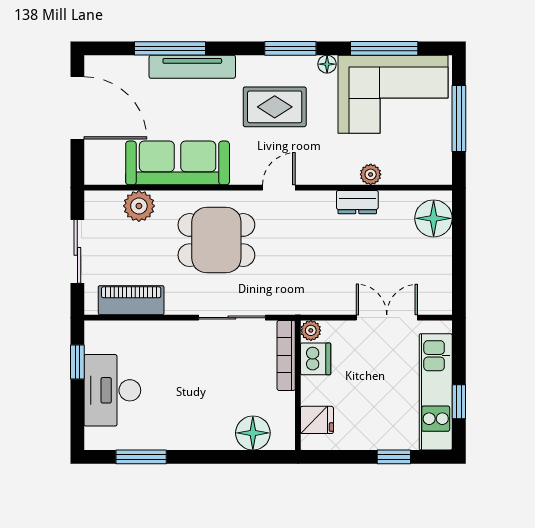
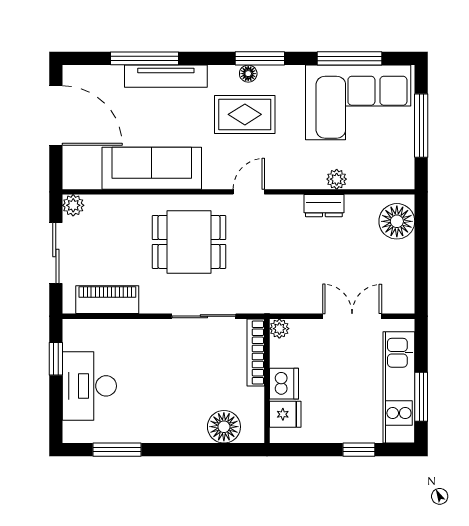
floor lamp: (327, 64) -> (248, 74), moved
plant: (139, 206) -> (73, 205), moved, width x0.73, depth x0.73
dishwasher: (316, 359) -> (284, 384), moved
window: (459, 402) -> (421, 397), width x1.50

